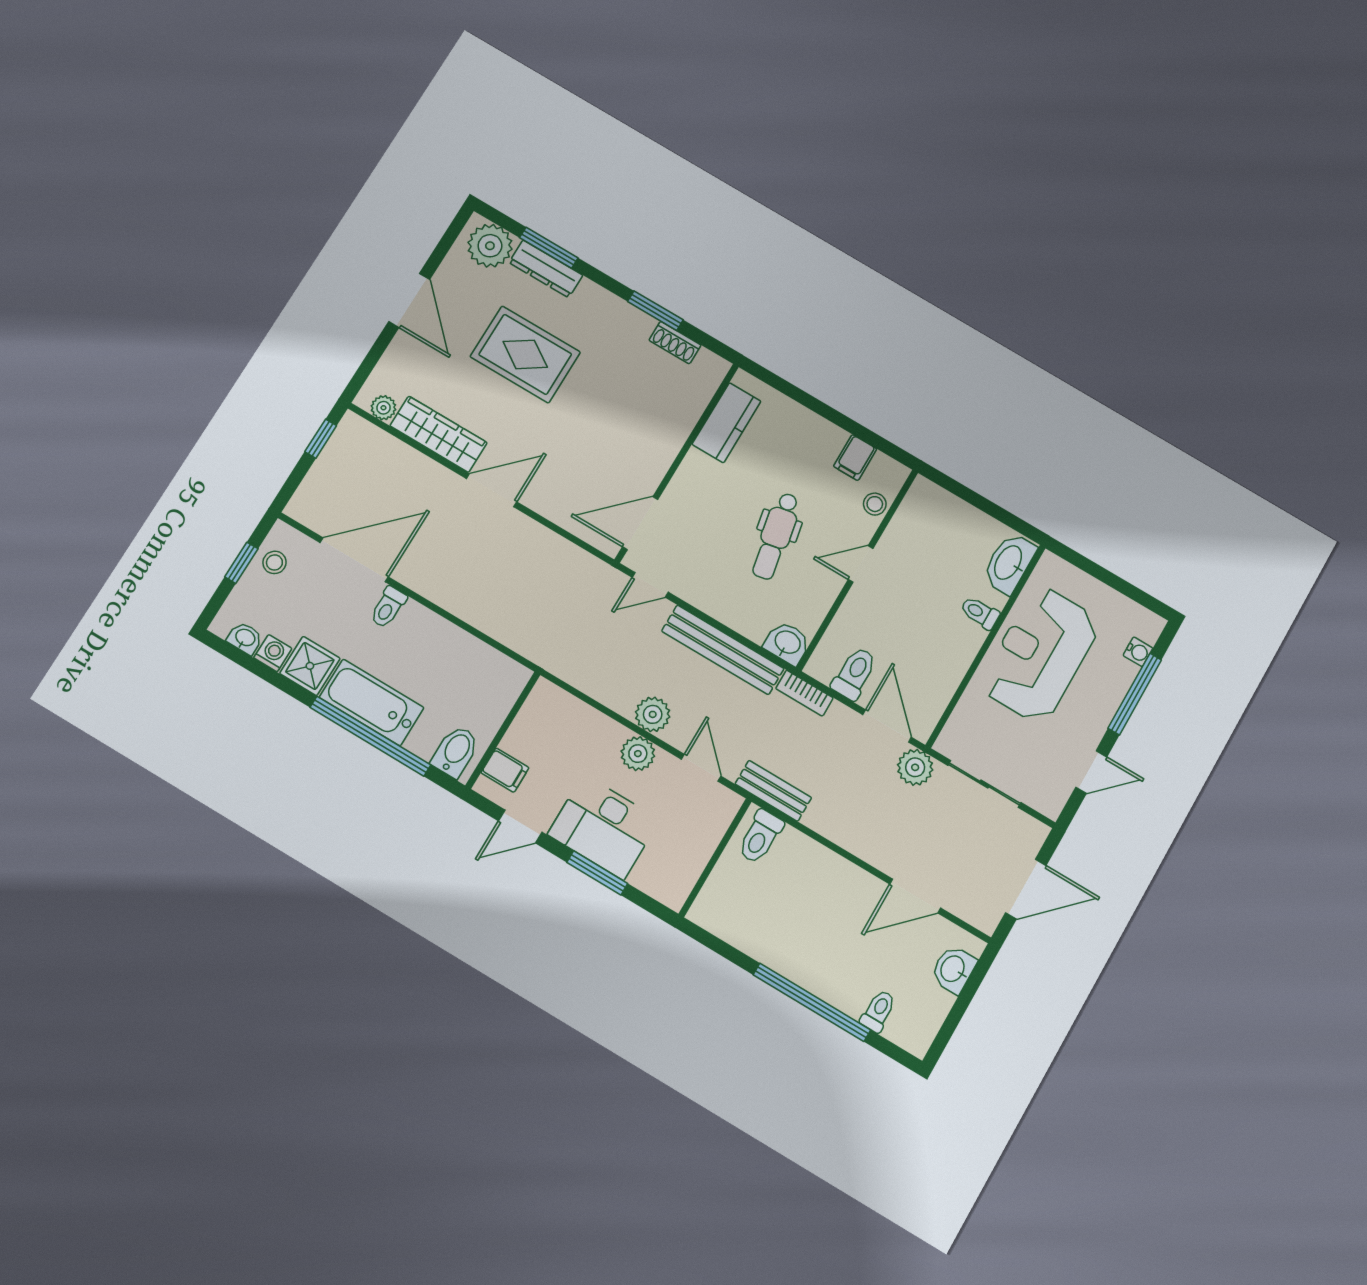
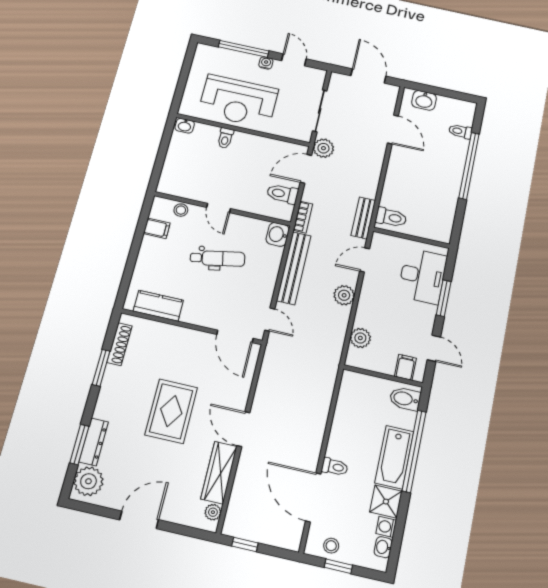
shoe rack: (675, 343) -> (119, 344), width x1.43
rug: (525, 354) -> (171, 411), moved
washbasin: (1009, 563) -> (185, 126), width x0.52, depth x0.69
water cooler: (1138, 652) -> (266, 63), moved
plant: (638, 754) -> (360, 338), moved
desk: (604, 827) -> (422, 276), moved

